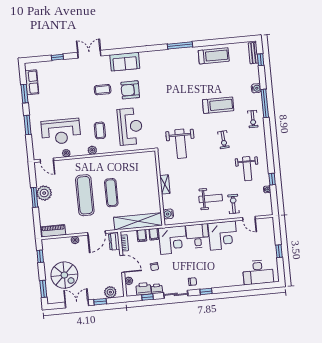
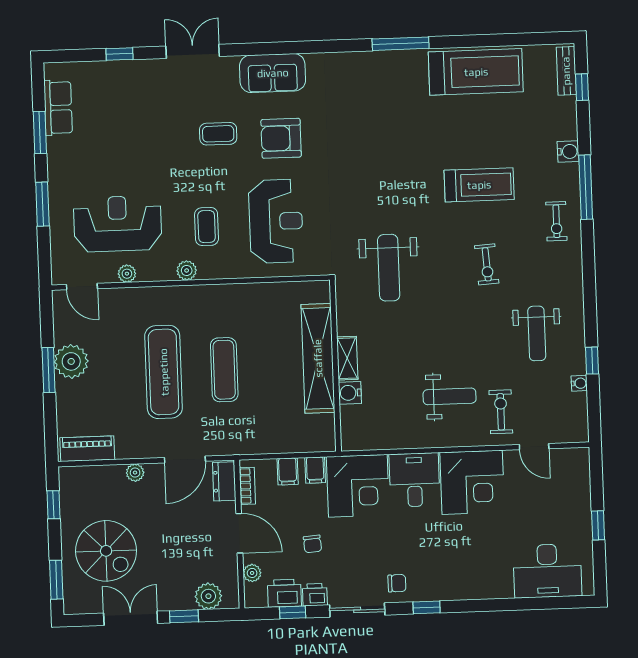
treadmill: (214, 56) -> (476, 72), width x1.37, depth x1.38
reception desk: (61, 132) -> (118, 224), turned 180
water cooler: (168, 214) -> (350, 393), moved
shelving: (138, 221) -> (318, 358), moved, turned 90

